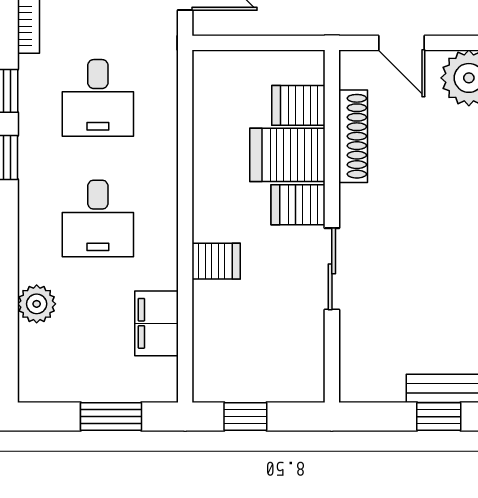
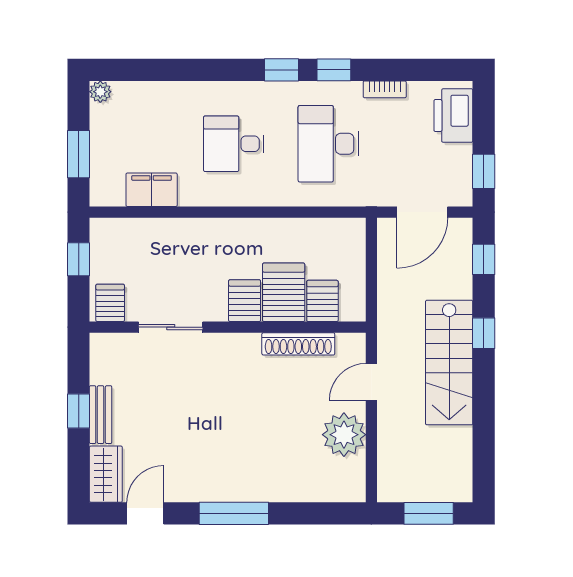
desk: (98, 98) -> (328, 144), width x1.37
server rack: (216, 261) -> (110, 303), moved, turned 180
sliding door: (332, 269) -> (171, 327), moved
plant: (37, 304) -> (100, 92), moved, width x0.73, depth x0.73

